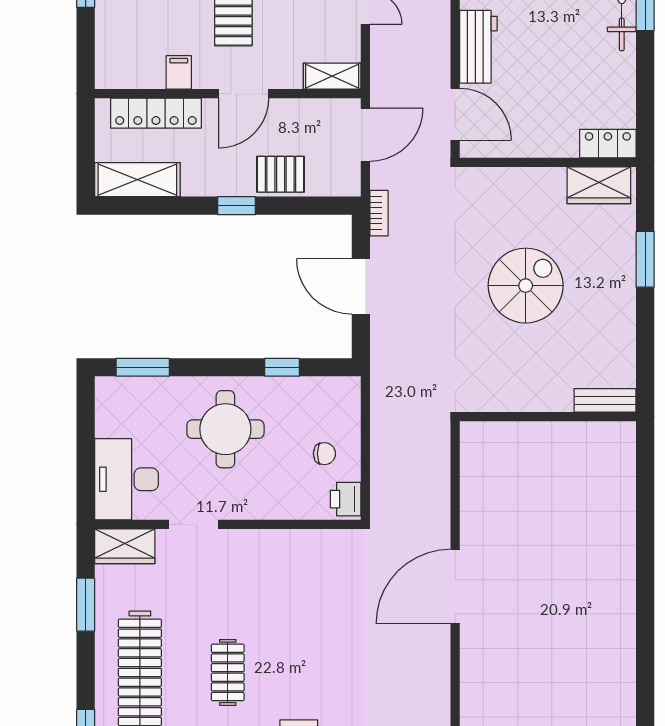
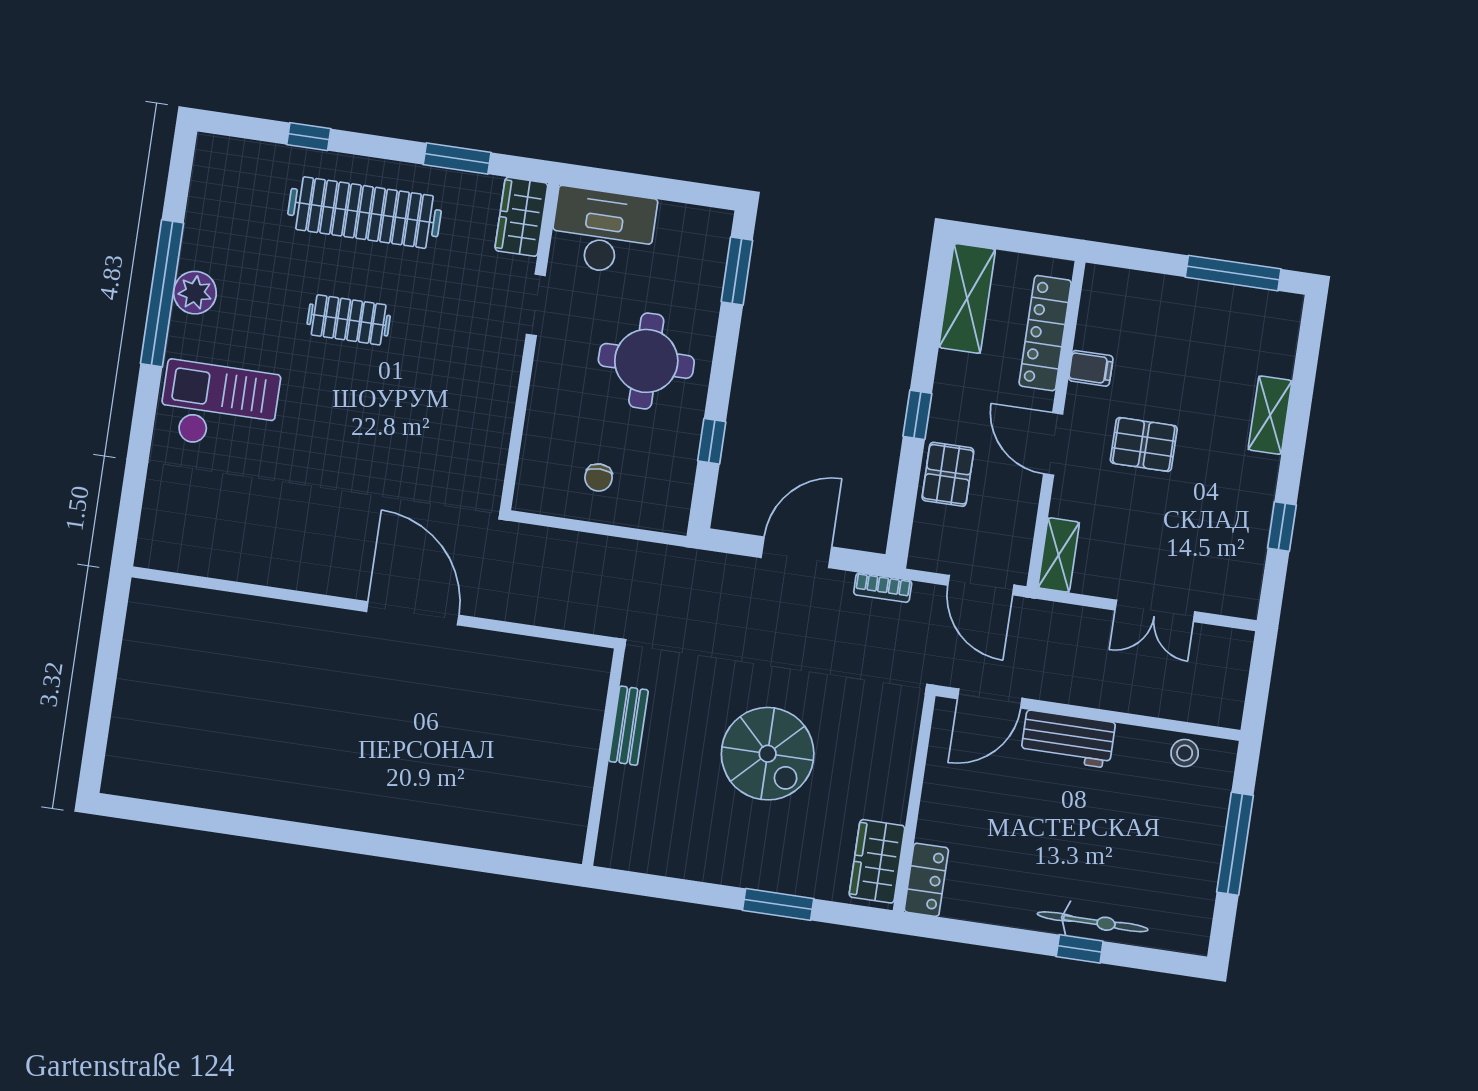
bench: (605, 400) -> (628, 726), moved
printer: (346, 499) -> (539, 495), removed

